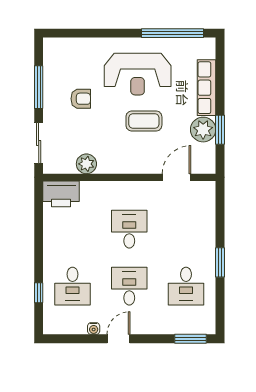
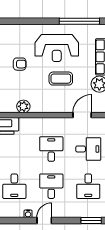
desk: (186, 229) -> (88, 149), added

